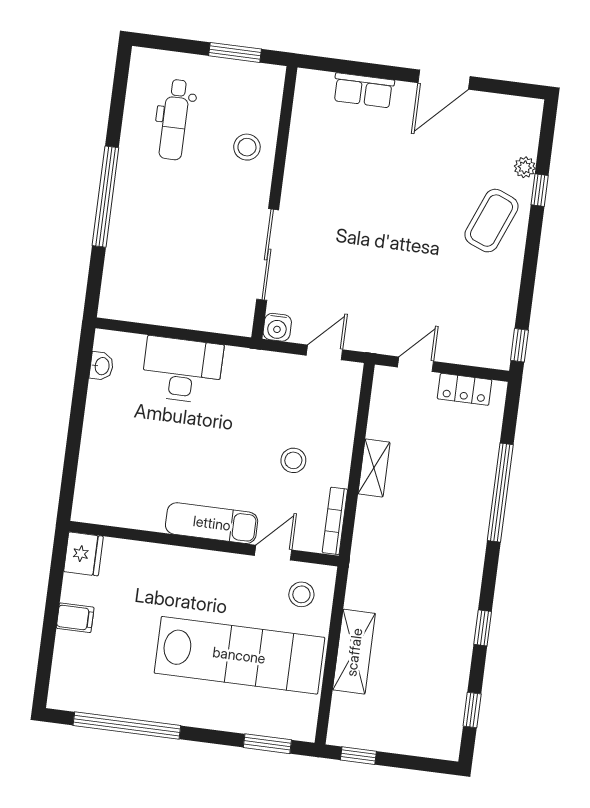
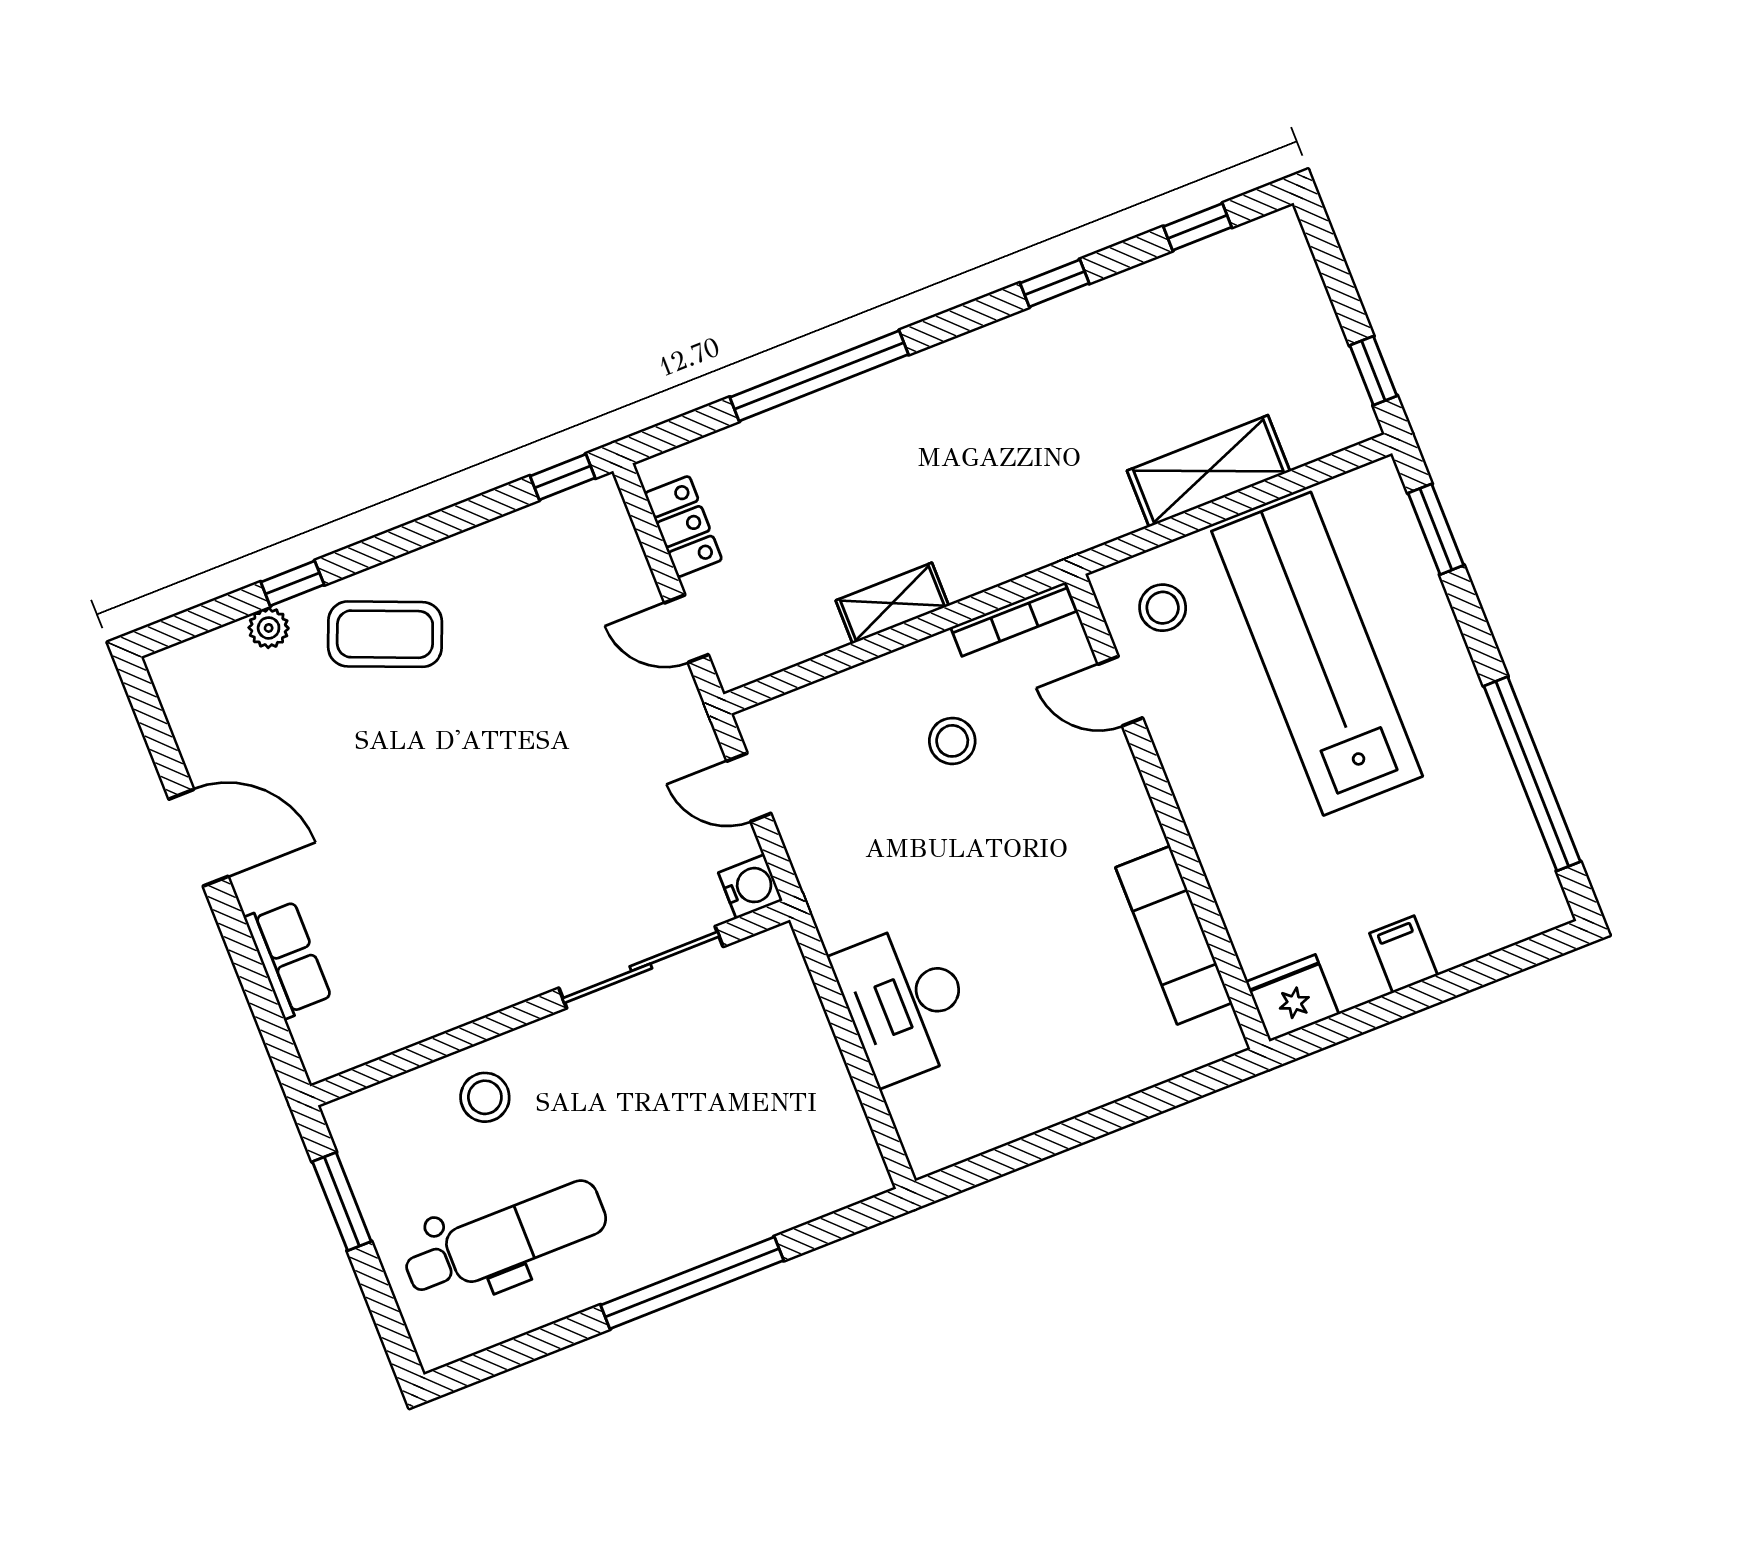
dental chair: (175, 120) -> (505, 1239), width x1.36, depth x1.38
washbasin: (101, 366) -> (971, 1137), removed
exam couch: (212, 523) -> (1174, 935), moved

